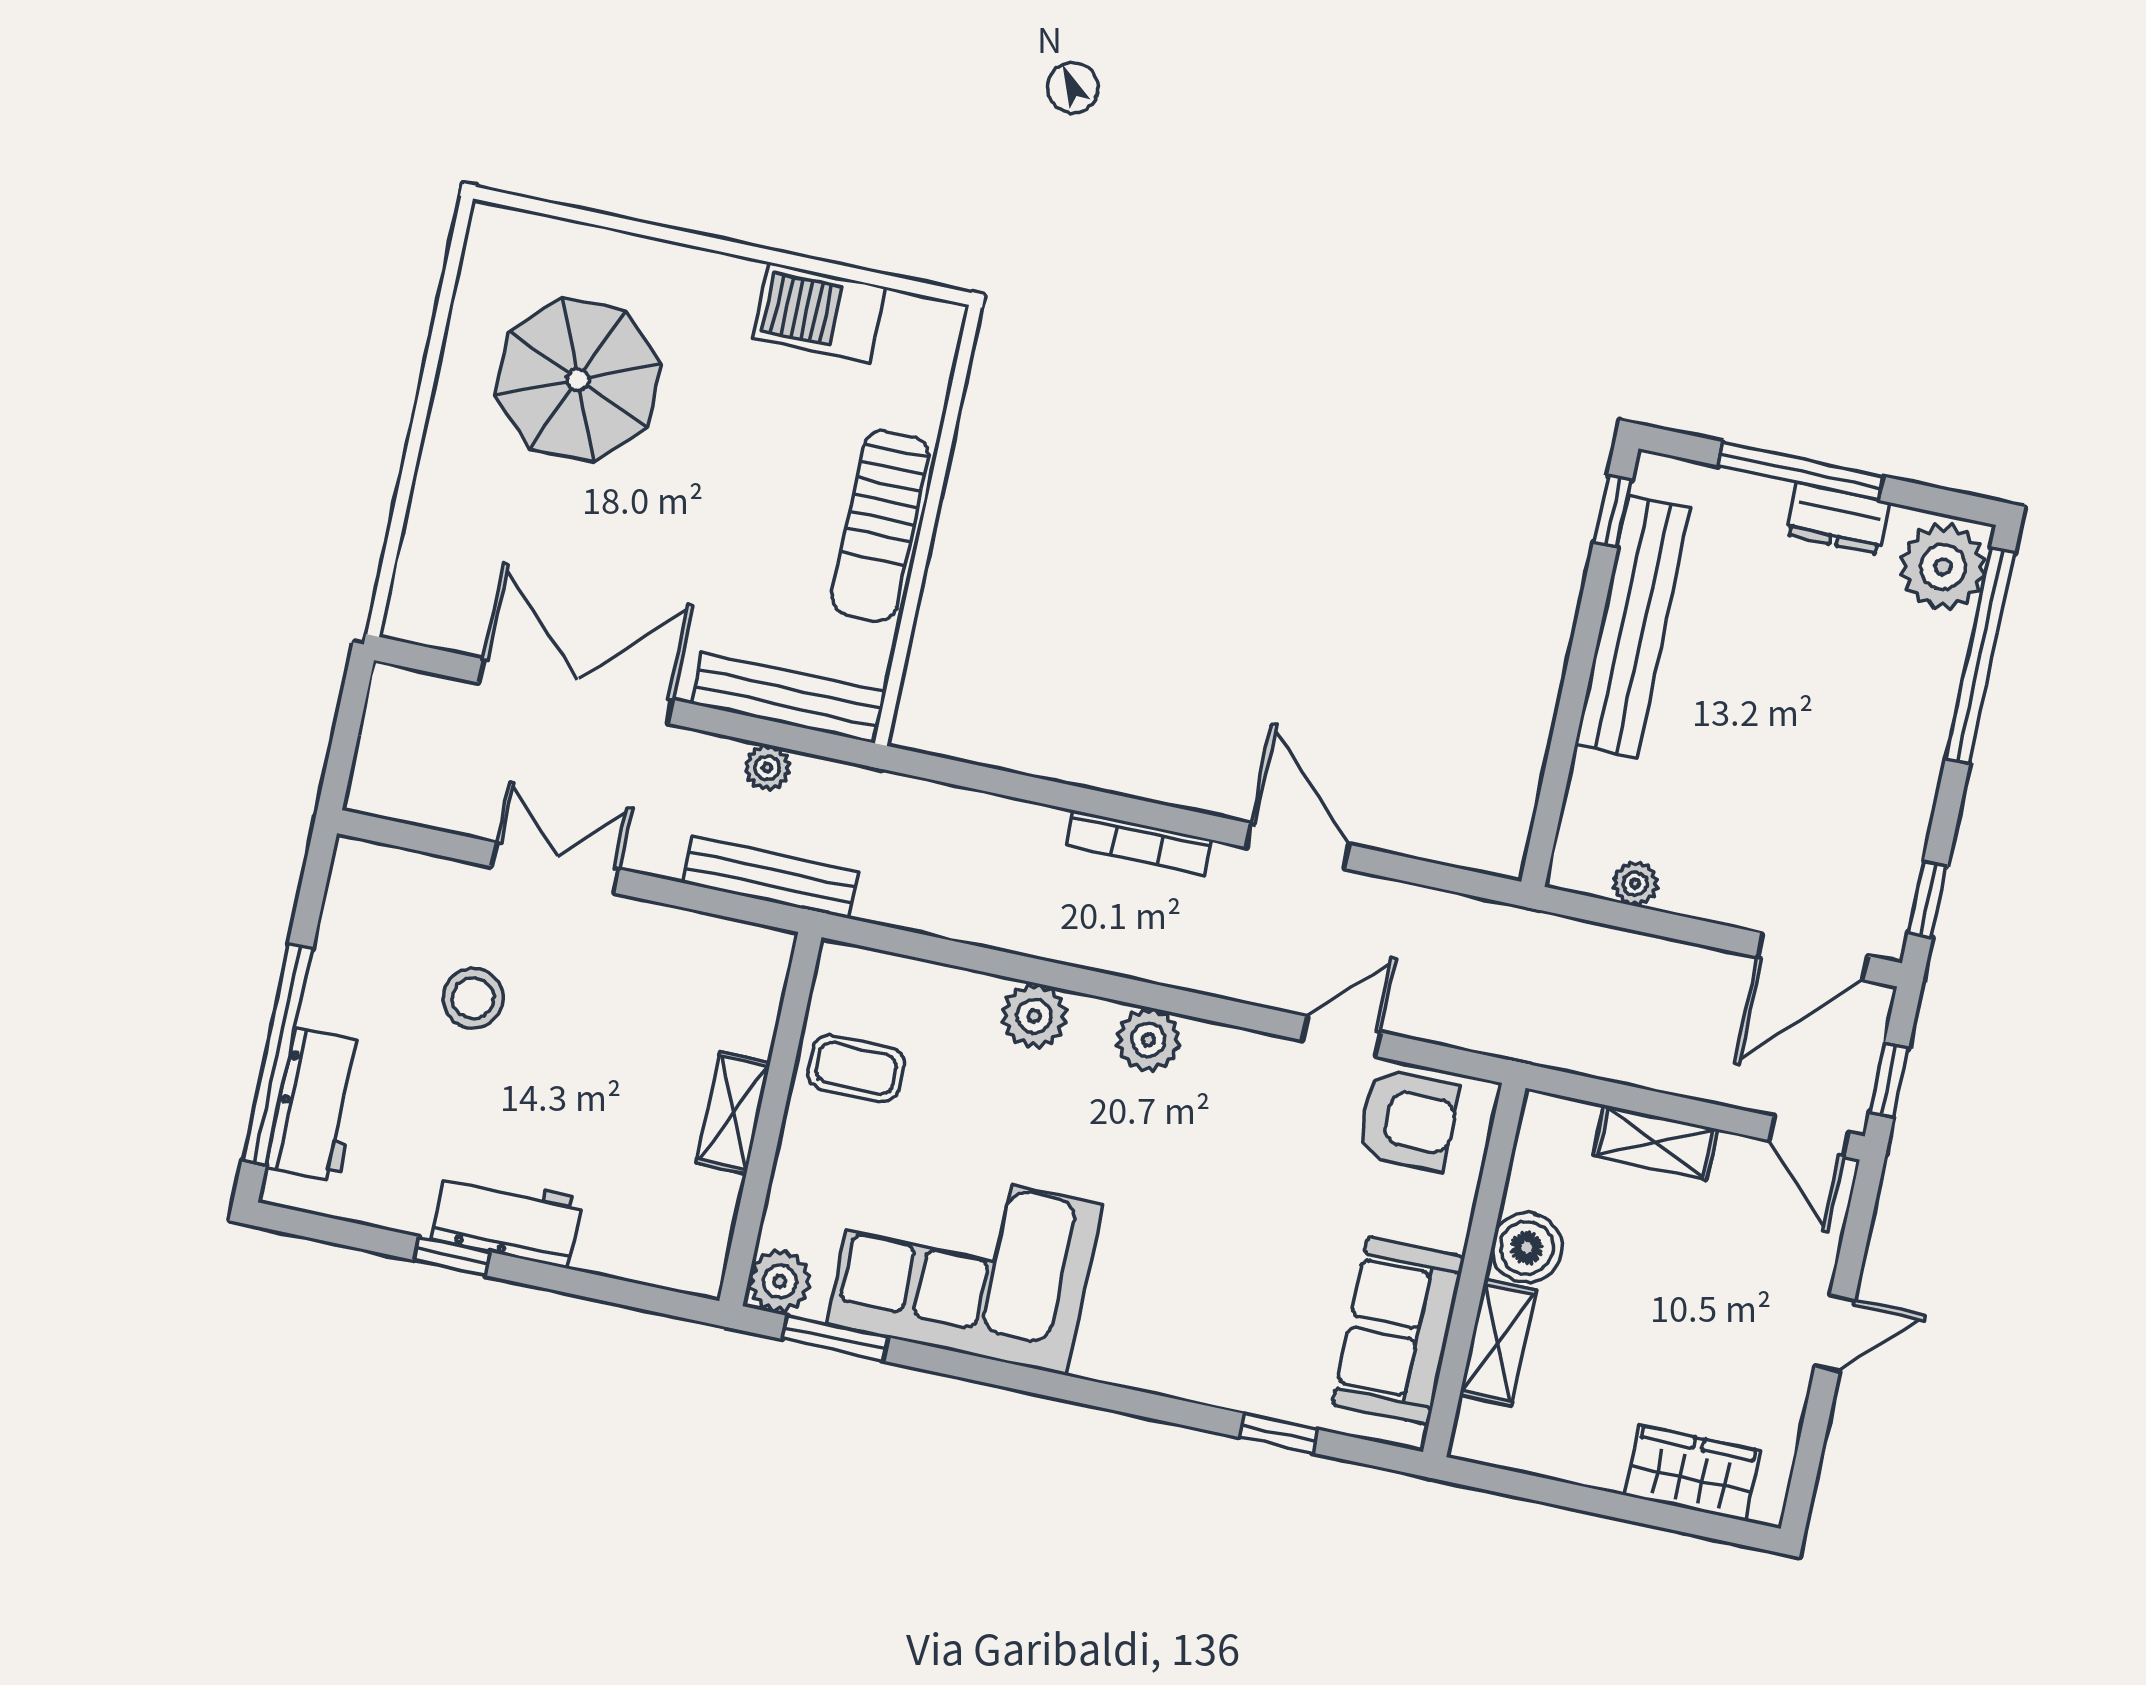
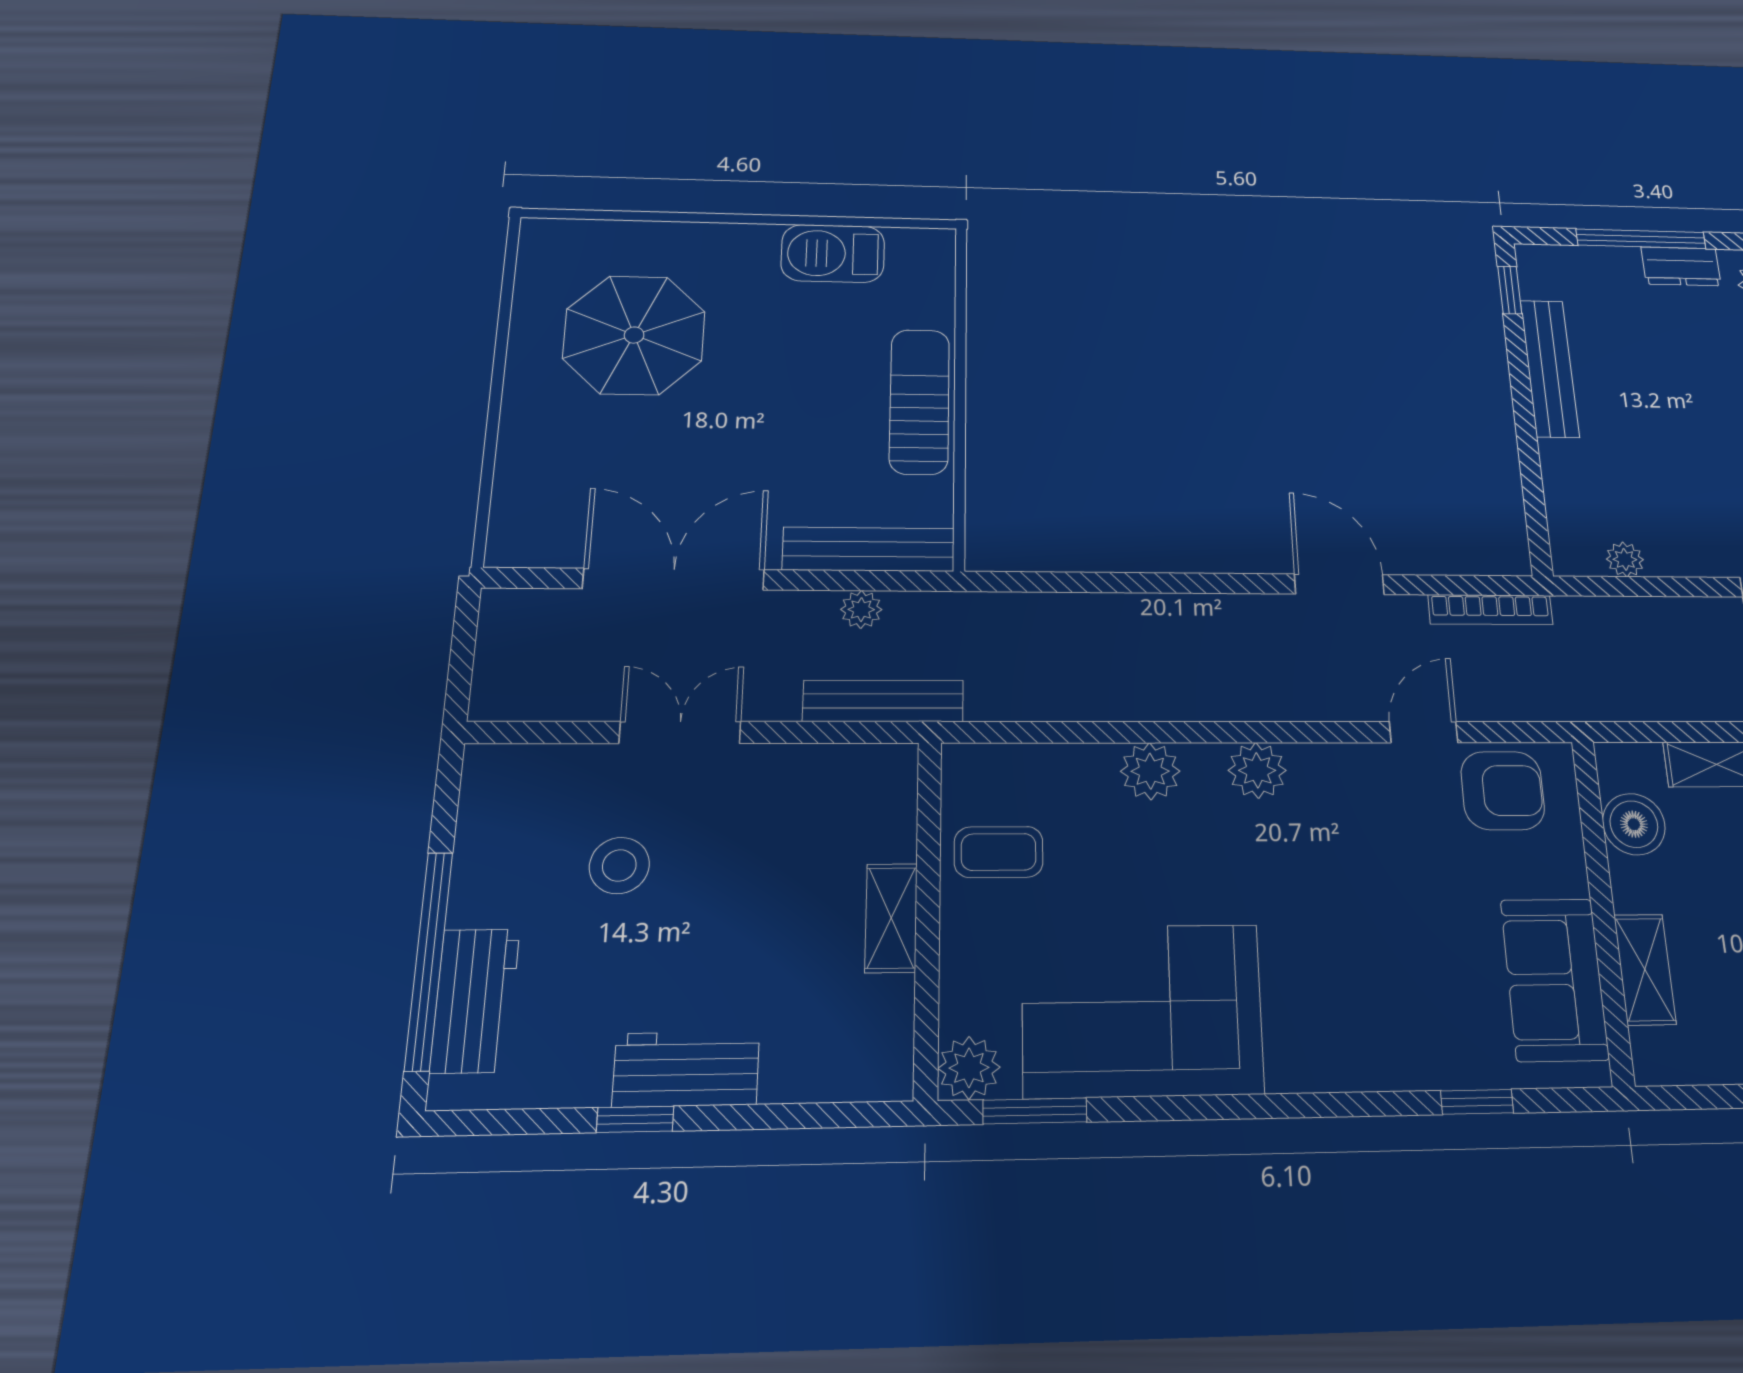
sun lounger: (880, 526) -> (919, 401), turned 180
bench: (1633, 626) -> (1550, 368), width x0.73, depth x0.82
bookcase: (1138, 842) -> (1490, 610), moved
boiler: (1527, 1248) -> (1634, 824), moved

